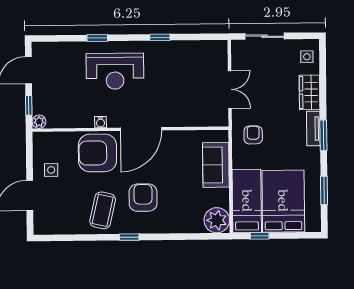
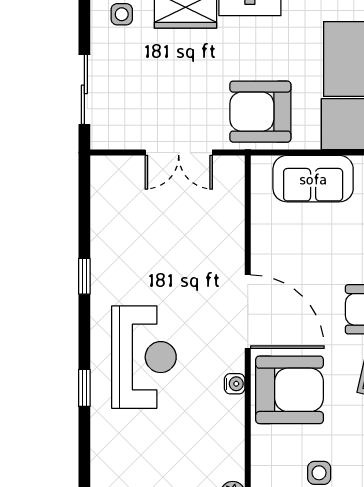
double door: (230, 89) -> (179, 153), swing flipped
armchair: (253, 135) -> (260, 112), width x1.88, depth x1.88
armchair: (97, 153) -> (290, 390), turned -90

